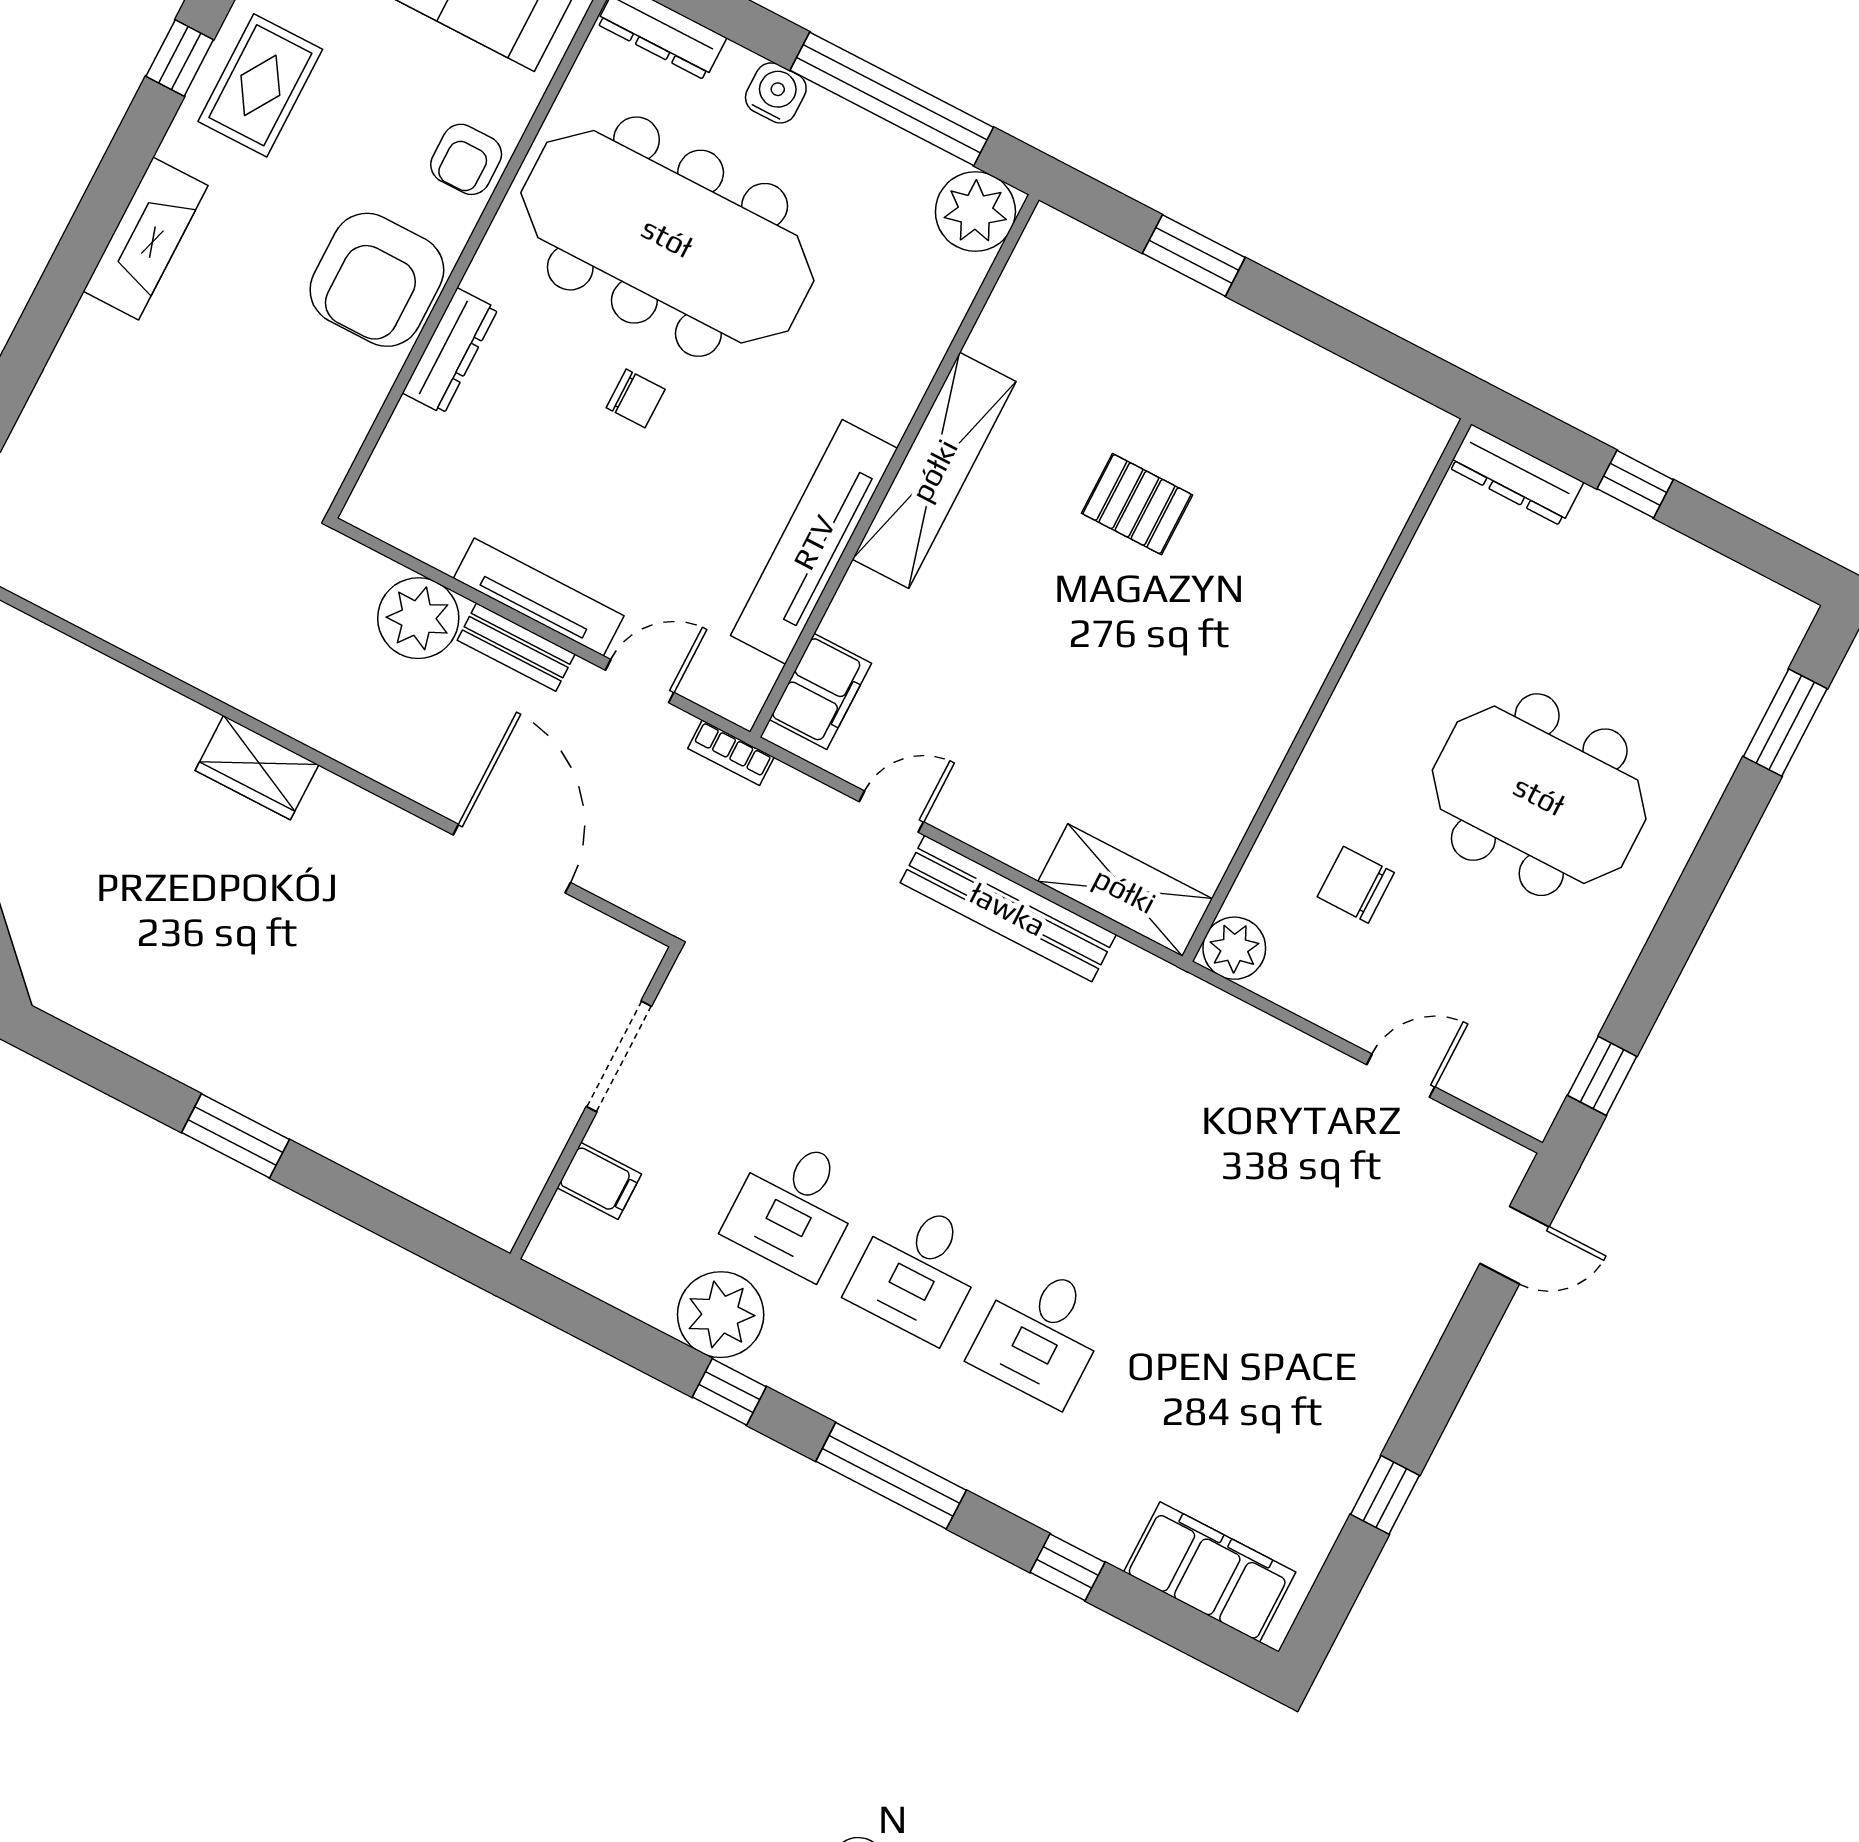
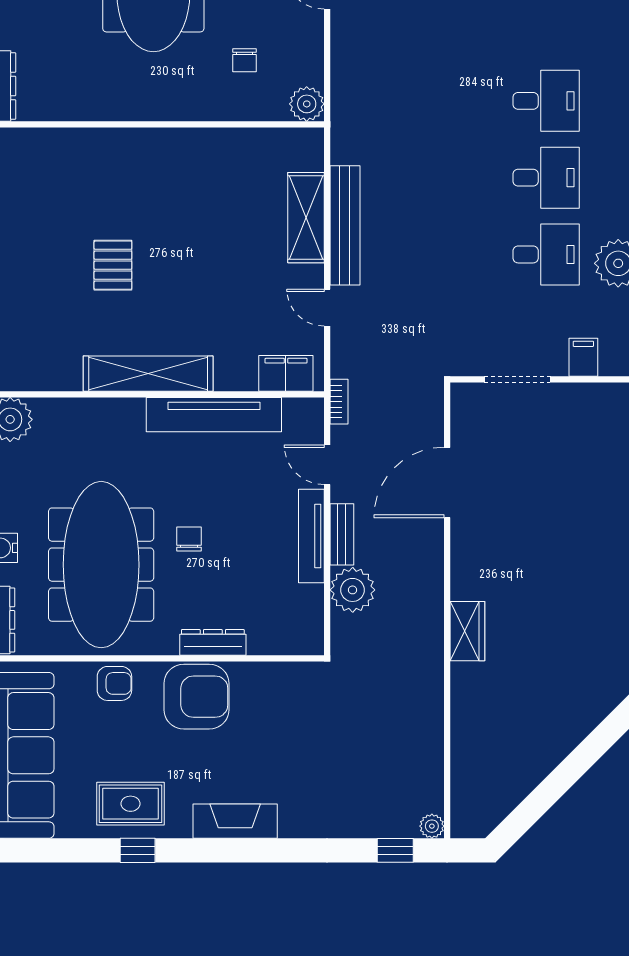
chair: (1356, 885) -> (245, 60), width x0.73, depth x0.73
shelving: (1125, 890) -> (306, 218), moved

